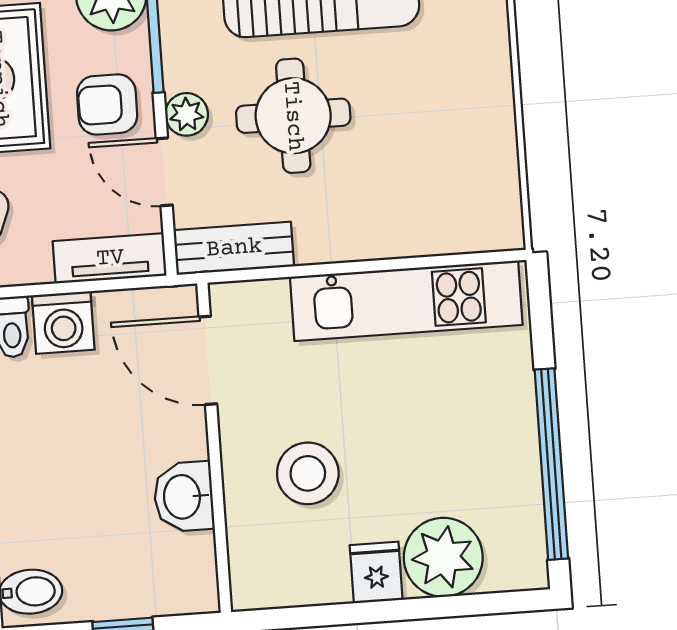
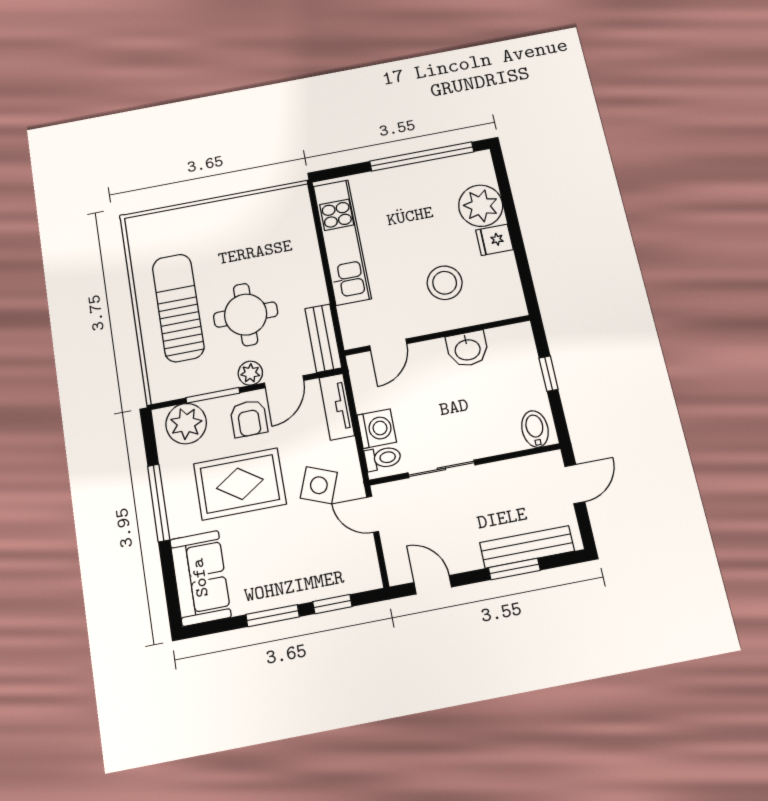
door: (208, 360) -> (388, 345), width x0.73

